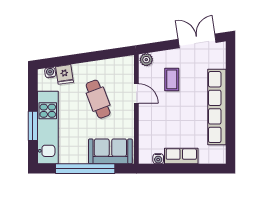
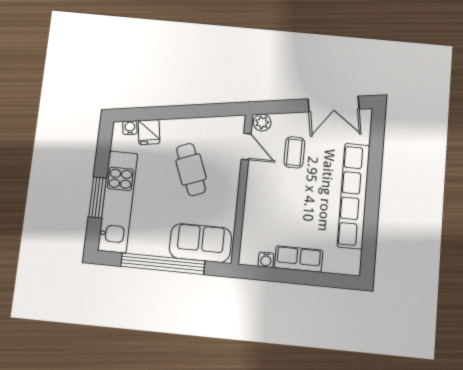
double door: (197, 41) -> (334, 104), swing flipped
door: (136, 93) -> (246, 147), moved

